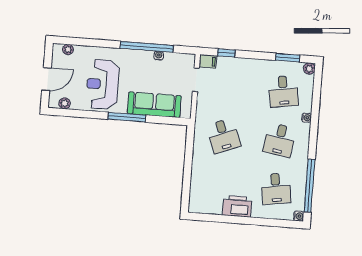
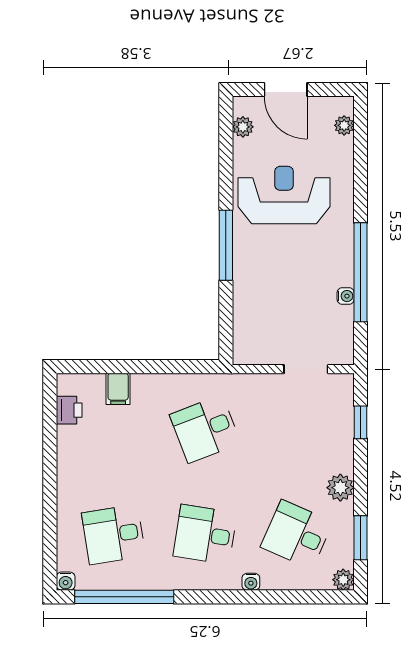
filing cabinet: (208, 61) -> (118, 389), moved
plant: (260, 66) -> (340, 488), added
desk: (283, 91) -> (297, 535), turned 33
sofa: (154, 105) -> (253, 295), removed
printer: (237, 206) -> (69, 410), moved, width x0.53, depth x0.68

